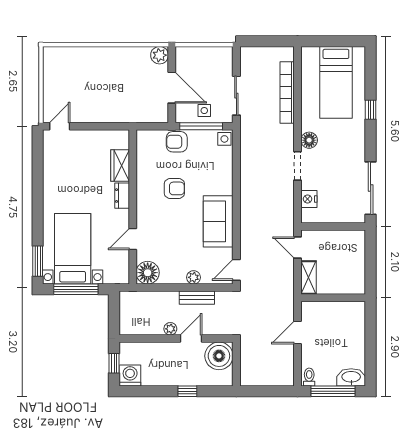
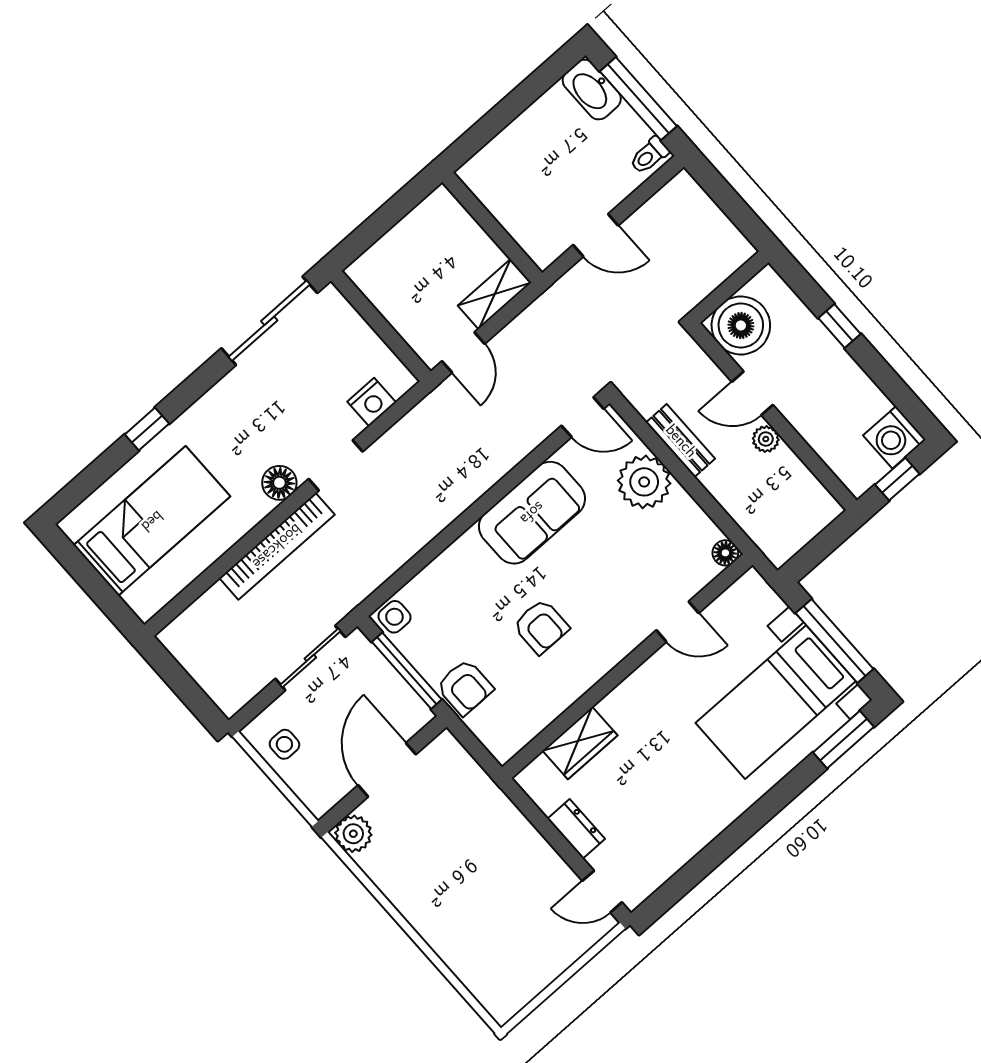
bookcase: (287, 93) -> (277, 546), moved
side table: (204, 111) -> (284, 744), moved
armchair: (174, 188) -> (541, 626), turned 180
dresser: (122, 196) -> (576, 829), moved, turned -90
floor lamp: (148, 273) -> (725, 553), width x0.53, depth x0.53
plant: (194, 277) -> (644, 482), width x1.87, depth x1.87

